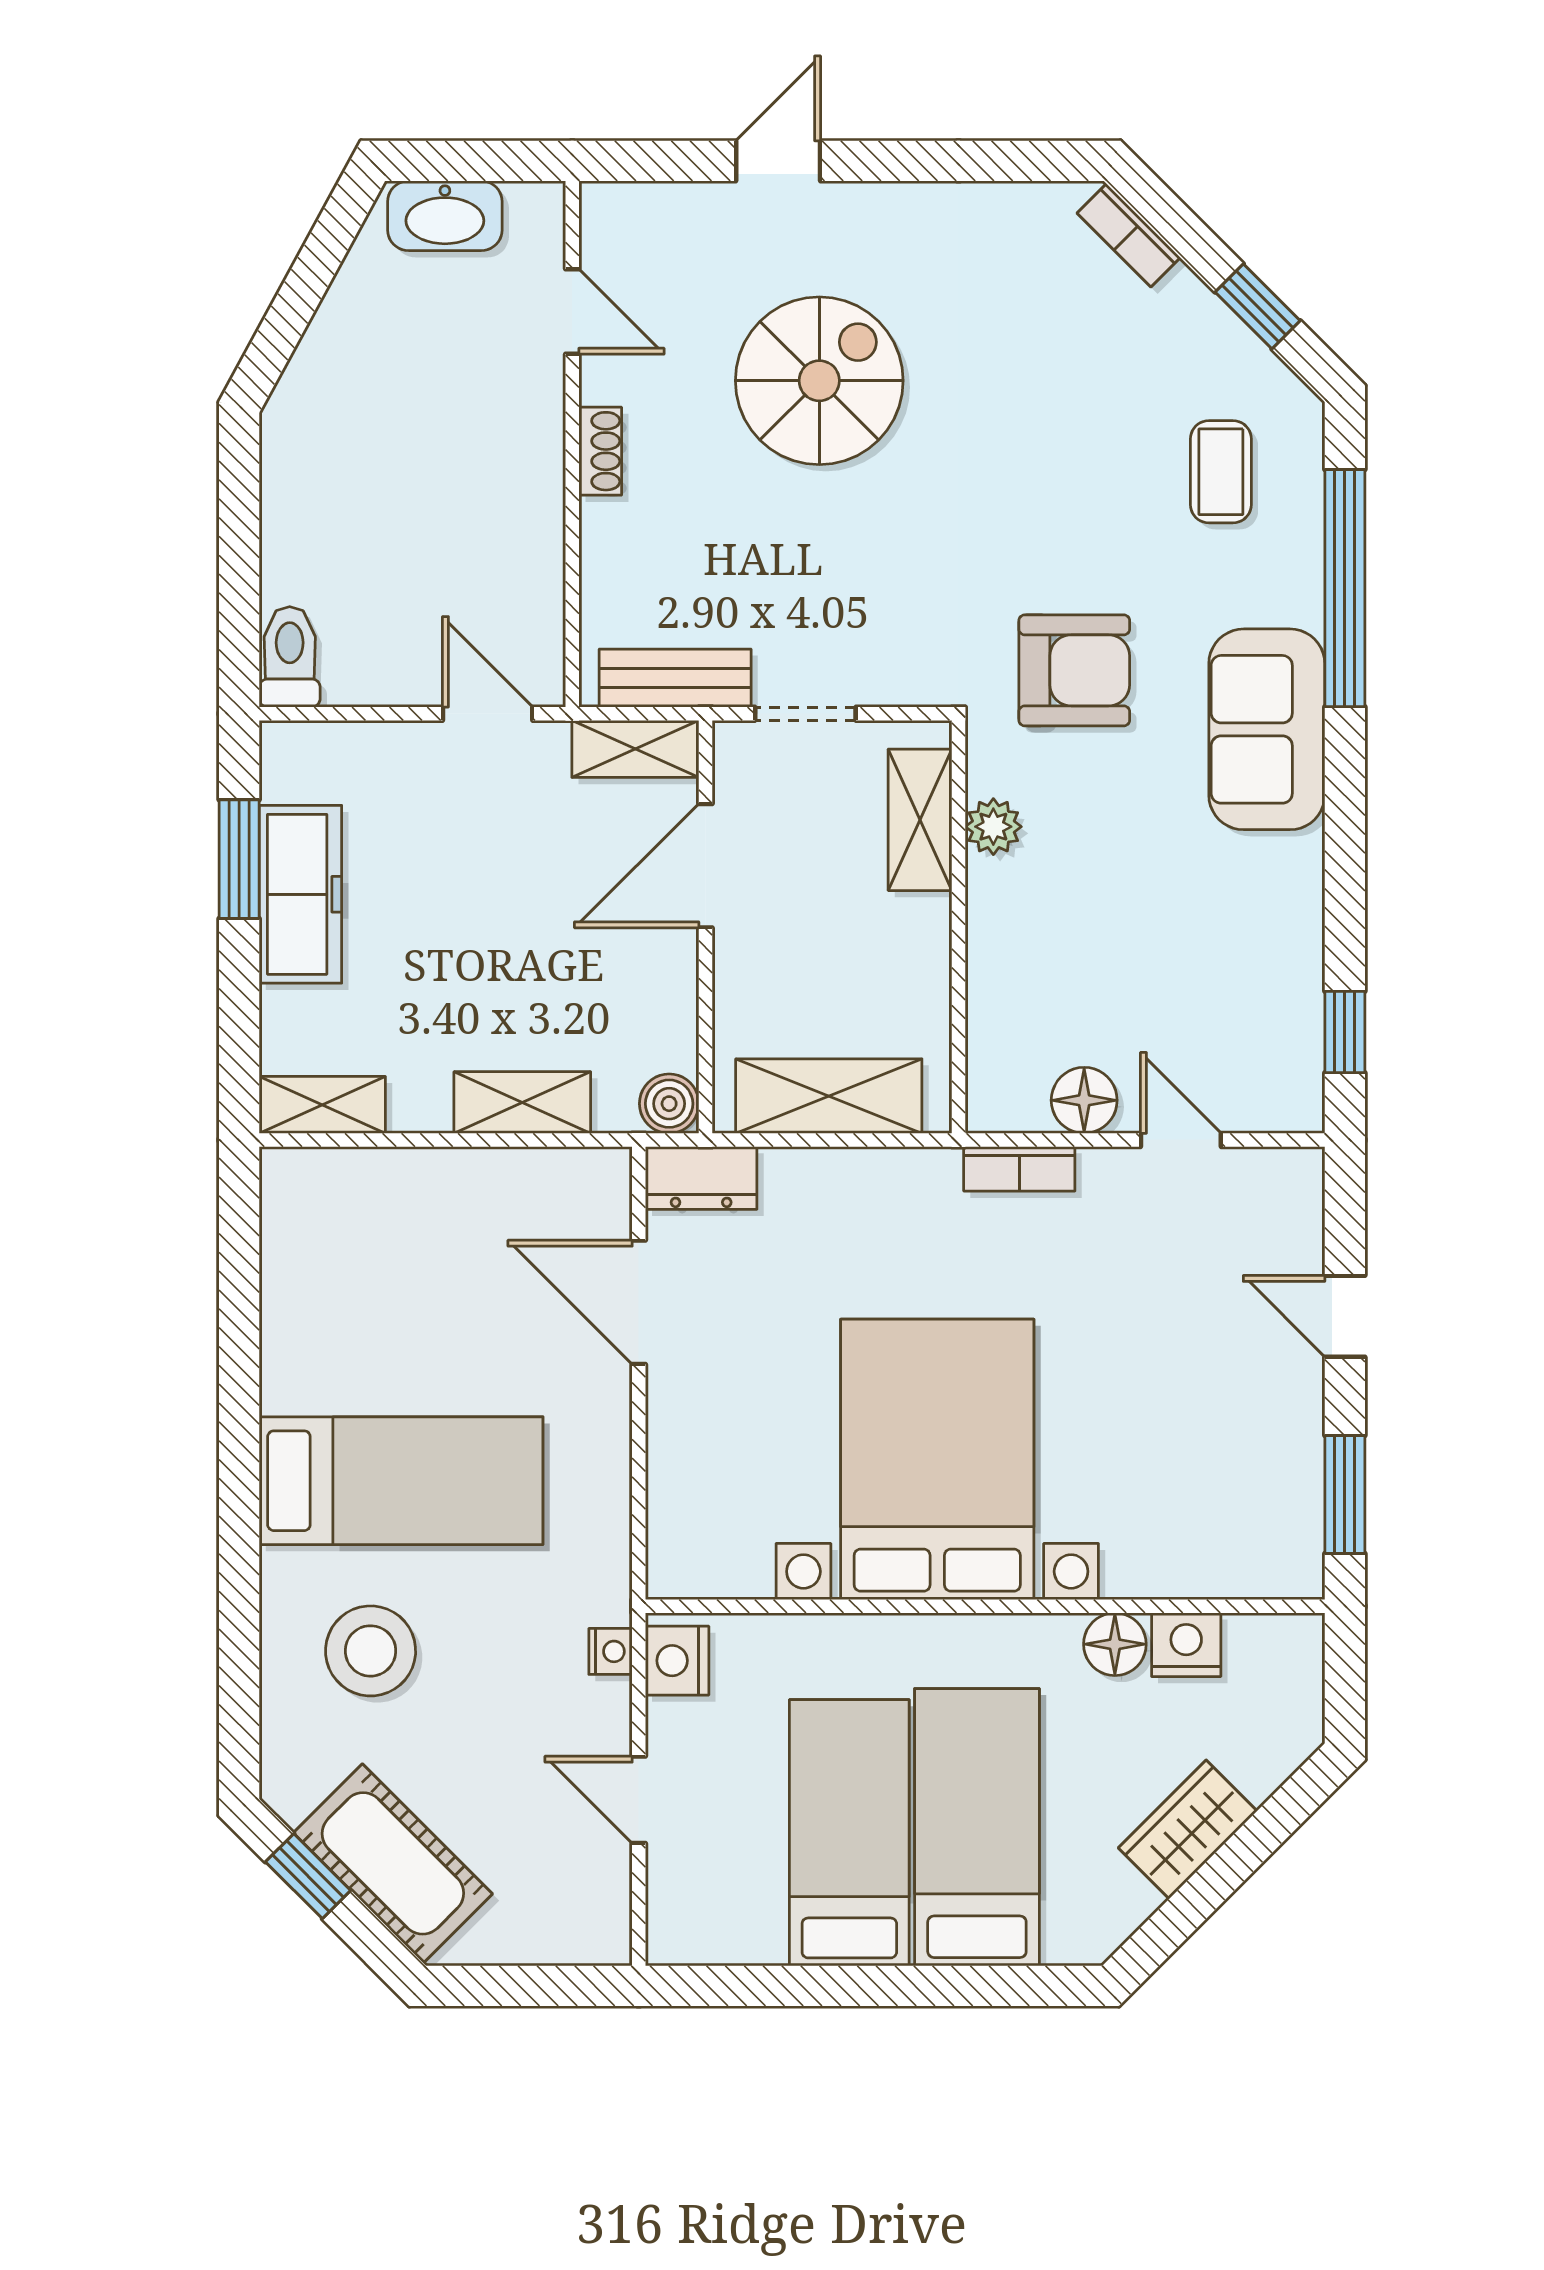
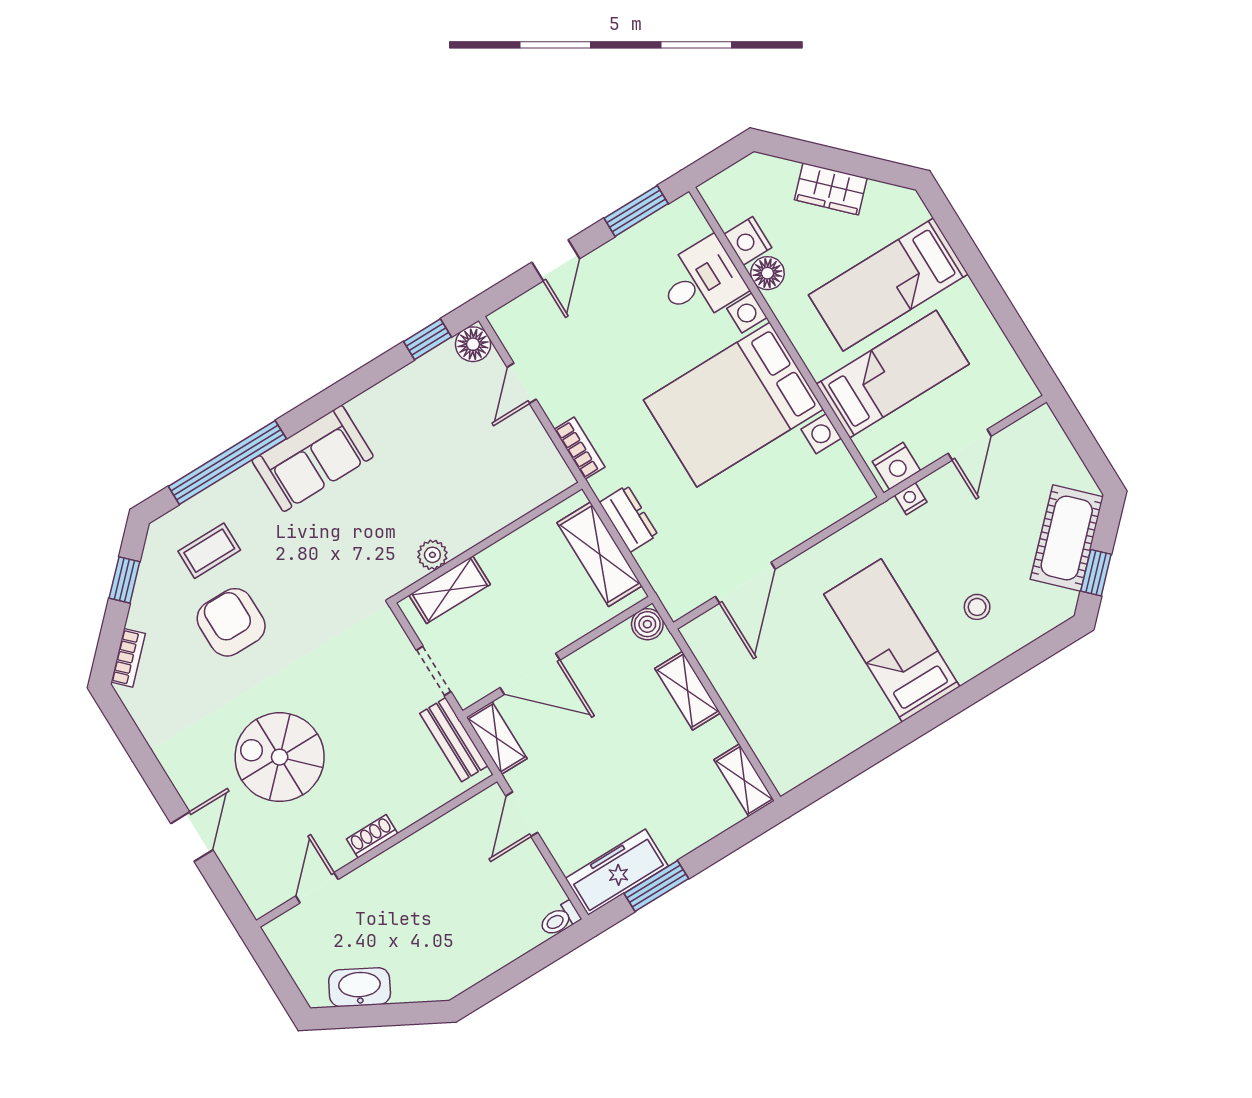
door: (778, 161) -> (192, 837), swing flipped
washbasin: (445, 216) -> (360, 987), moved, turned -61
toilet: (290, 657) -> (560, 919), width x0.73, depth x0.72
armchair: (1074, 670) -> (231, 622), moved
freezer: (300, 894) -> (617, 872), moved
floor lamp: (1084, 1100) -> (473, 344), moved
dresser: (701, 1178) -> (629, 519), moved
desk: (1168, 1530) -> (701, 281), added
stool: (371, 1651) -> (977, 607), width x0.53, depth x0.53
bed: (849, 1833) -> (893, 374), moved, turned 180

